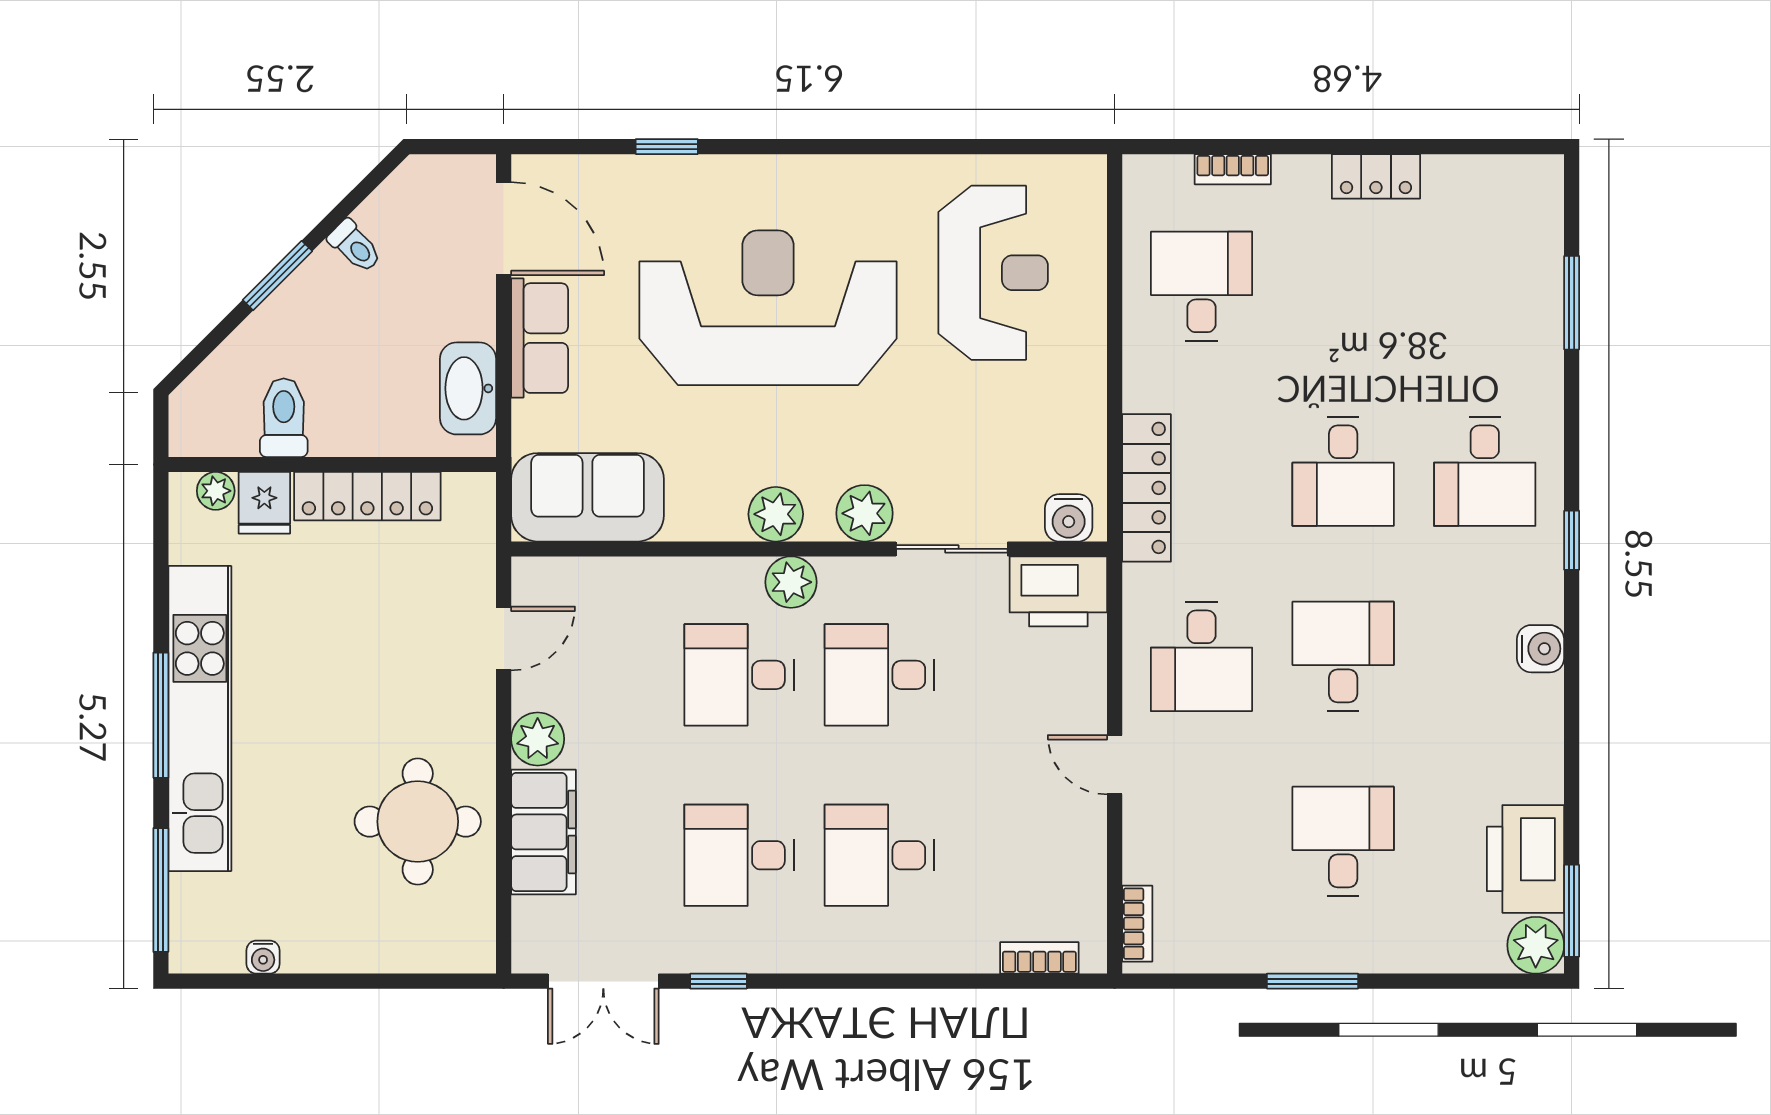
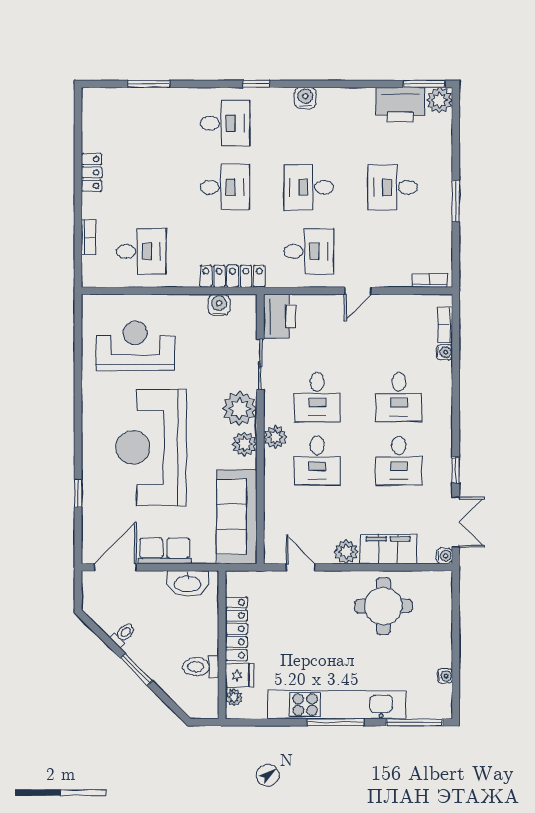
desk: (1201, 286) -> (141, 251), turned 180
sofa: (587, 497) -> (237, 517), width x1.36
plant: (865, 513) -> (239, 408), width x1.36, depth x1.36
water cooler: (1069, 518) -> (219, 305), moved, turned -90
water cooler: (529, 956) -> (444, 556), added
water cooler: (979, 956) -> (444, 352), added

